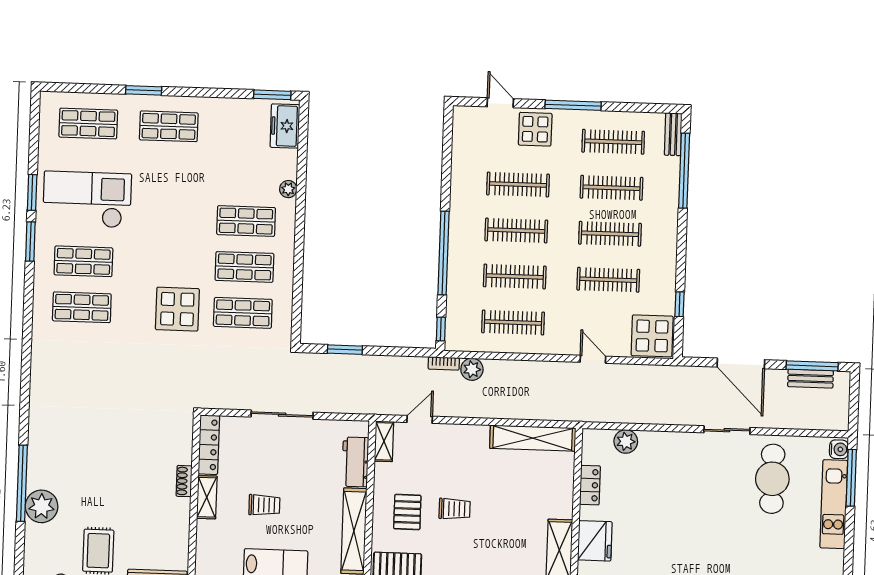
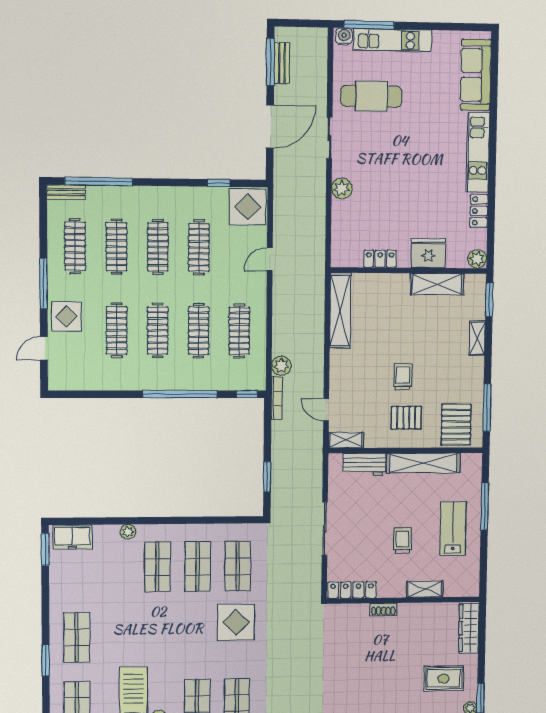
bookcase: (444, 363) -> (277, 398), width x1.56
plant: (626, 441) -> (342, 188), moved
shelving: (207, 497) -> (425, 589), moved

